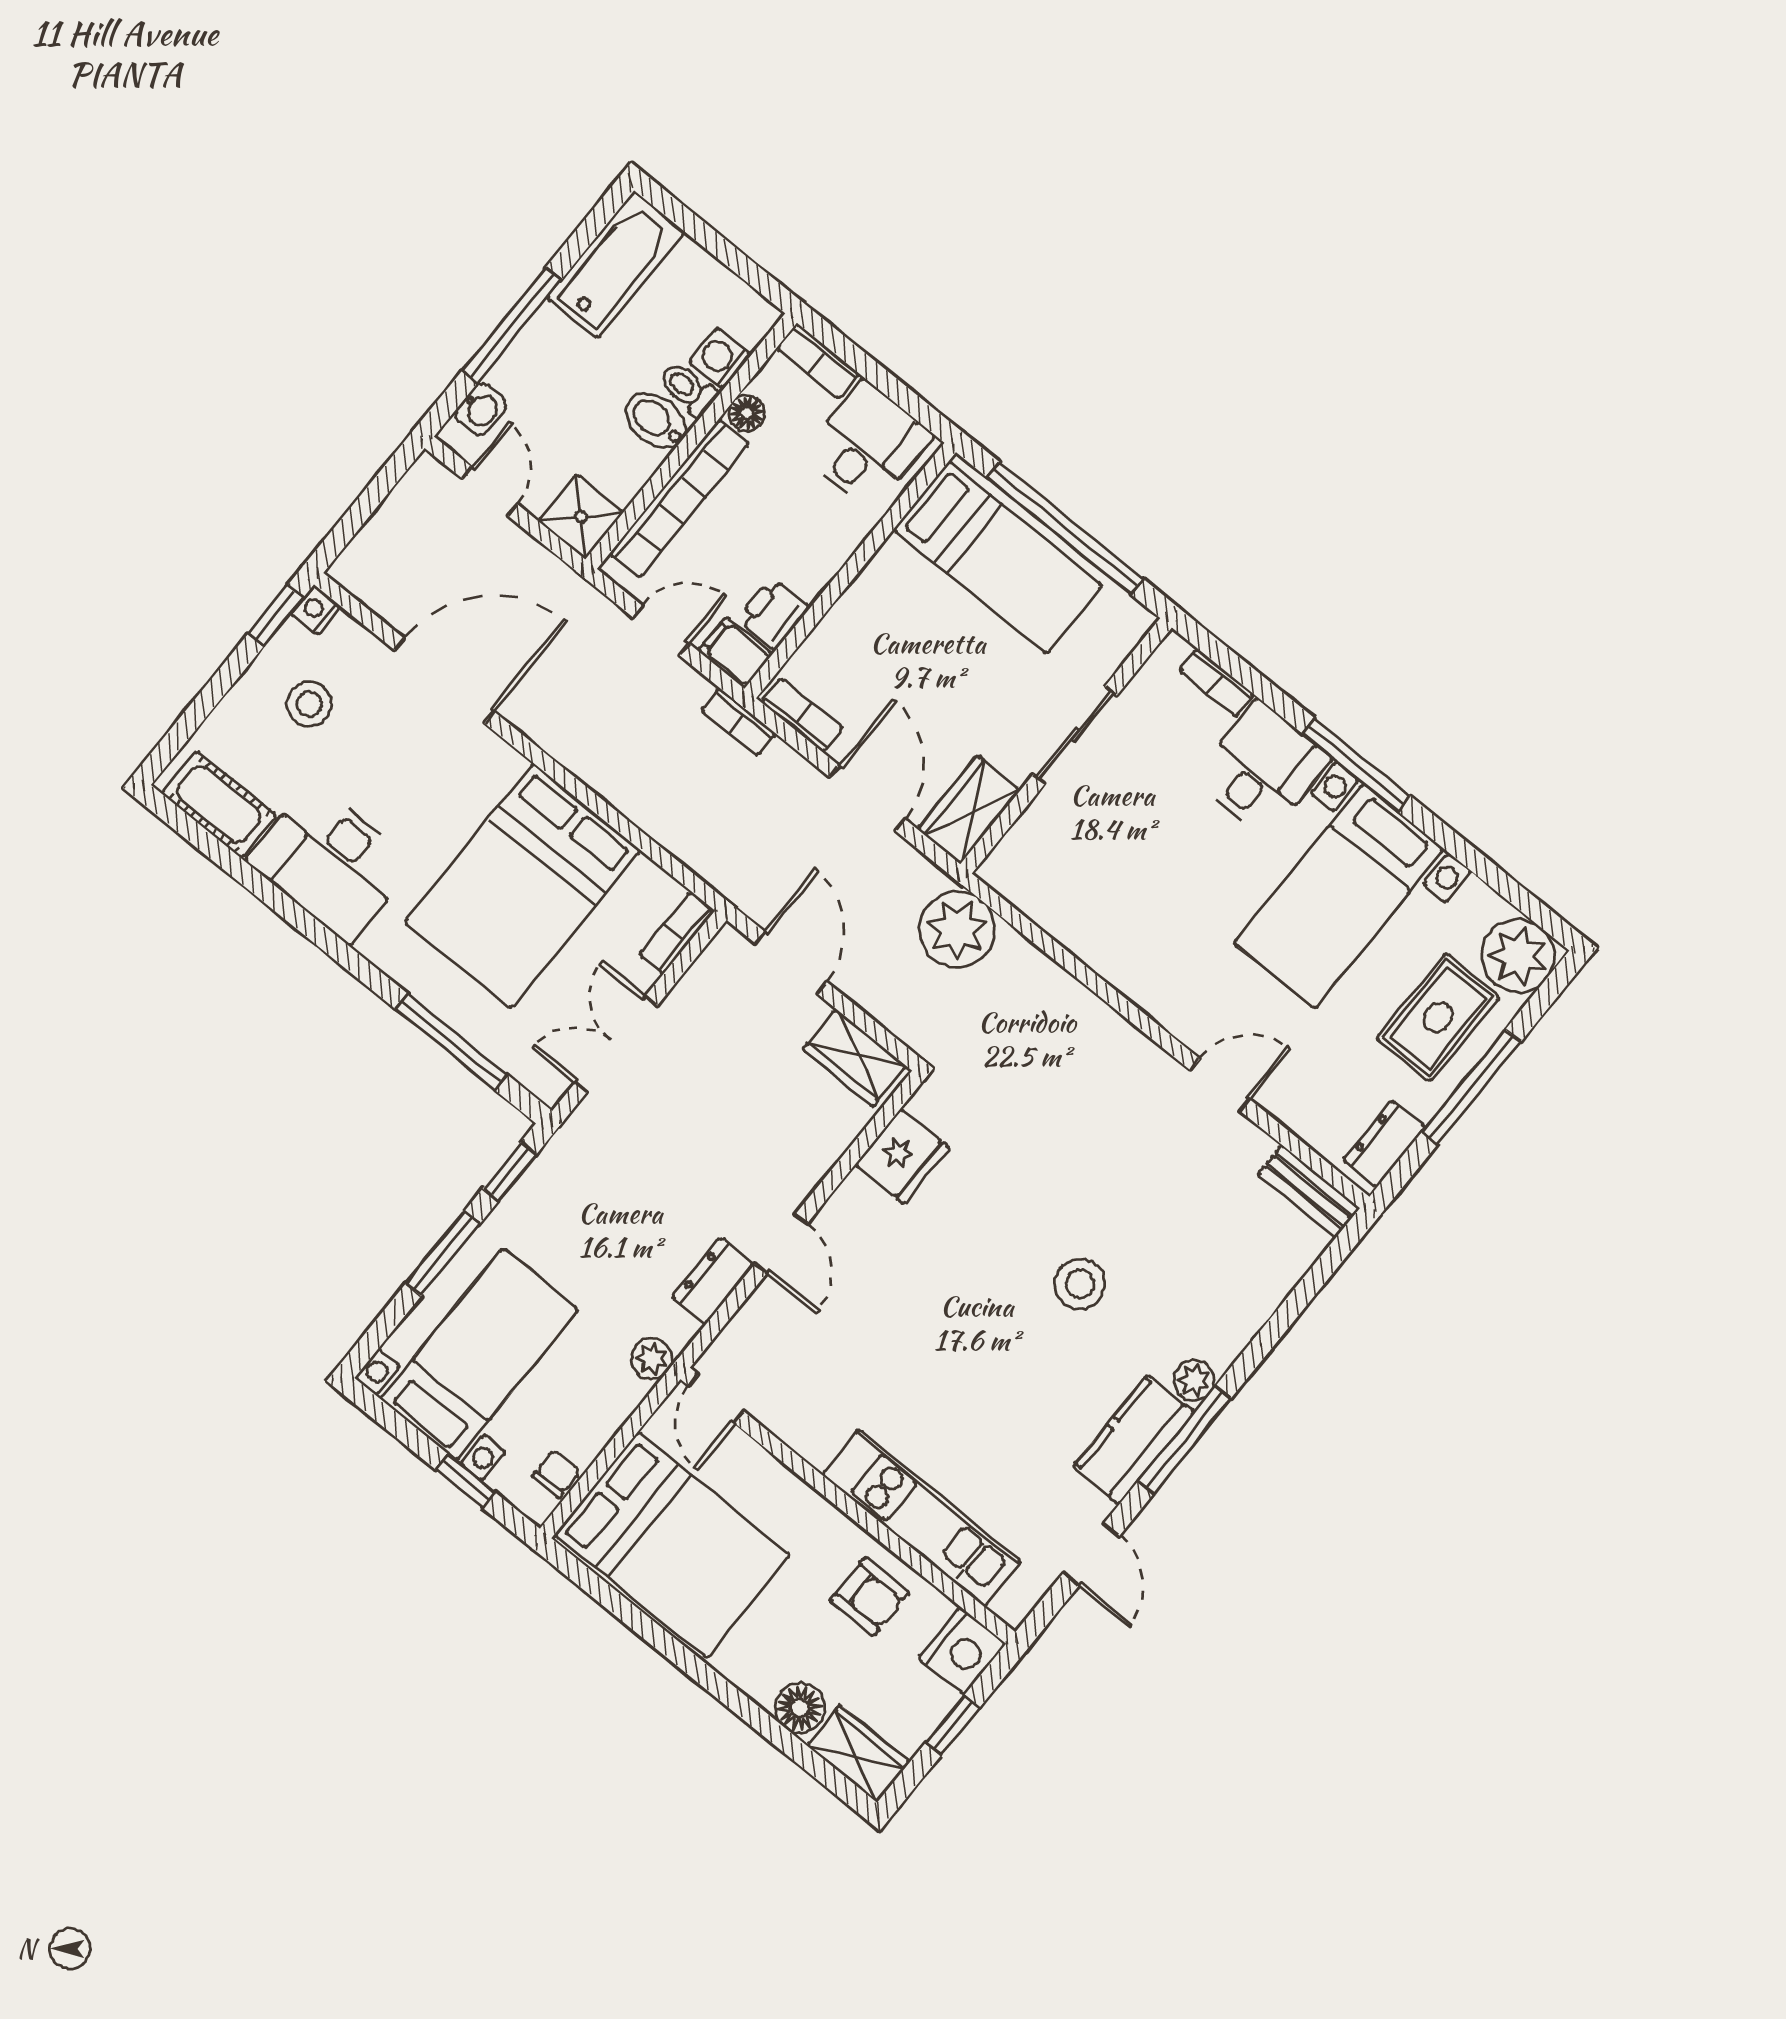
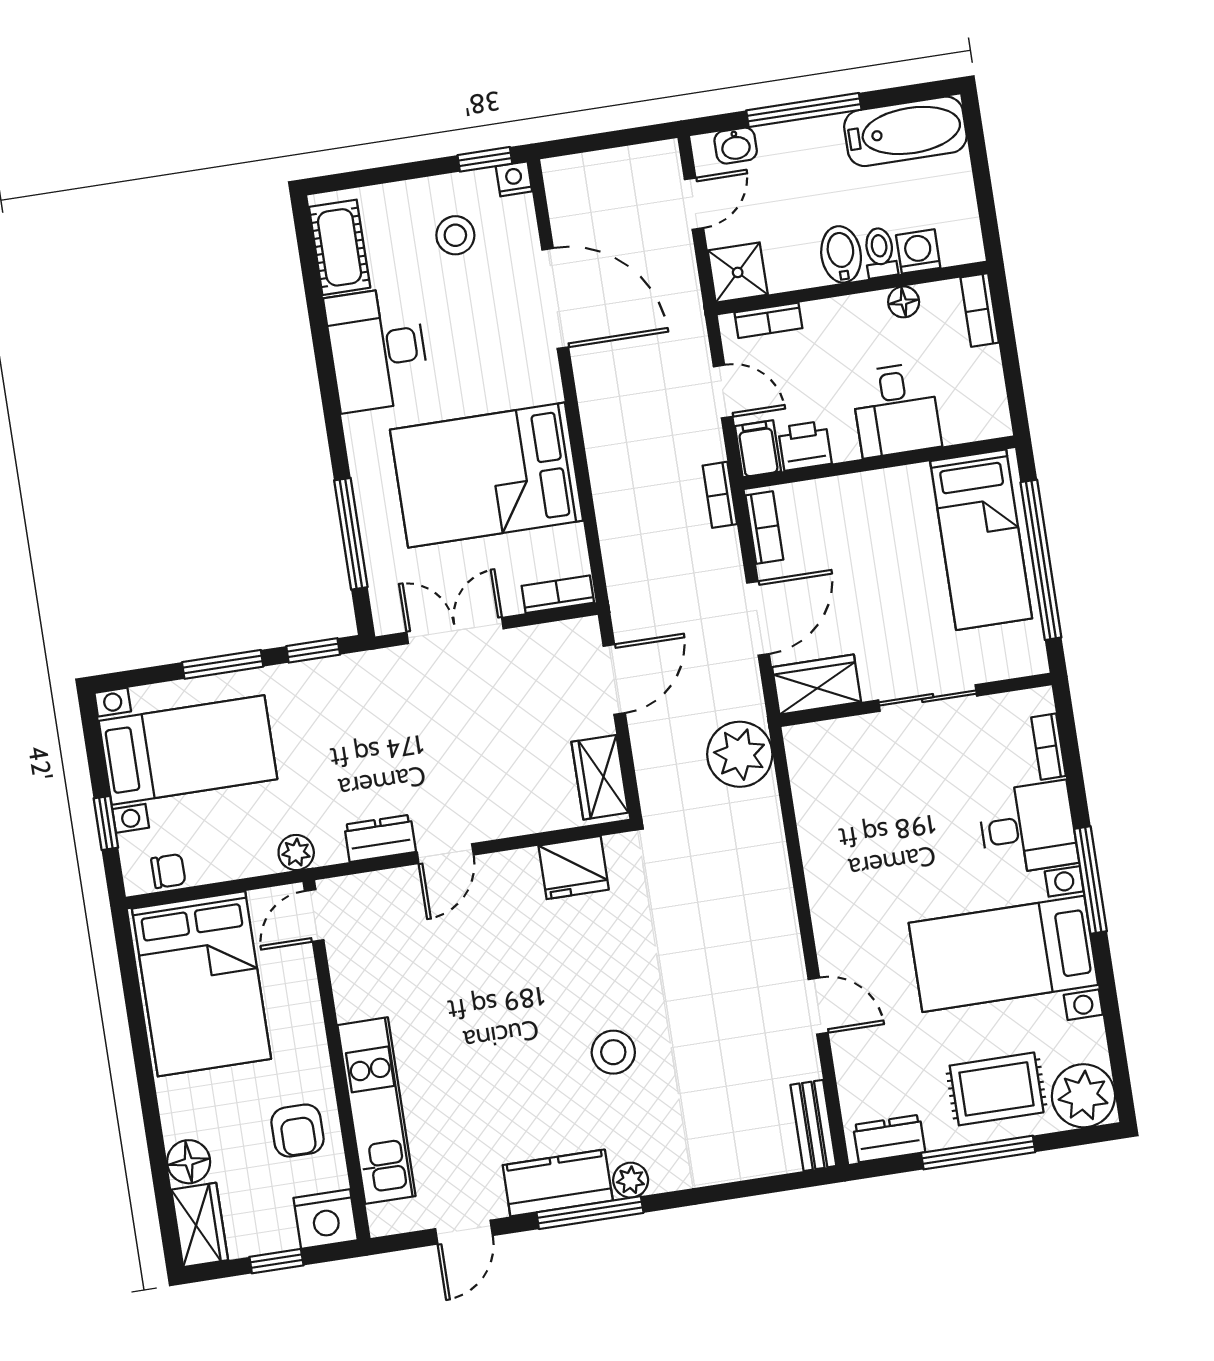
desk: (867, 445) -> (896, 410), moved, turned 90
bookcase: (679, 499) -> (768, 320), width x0.43, depth x0.76

